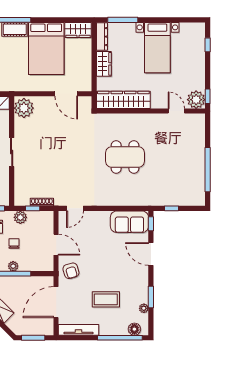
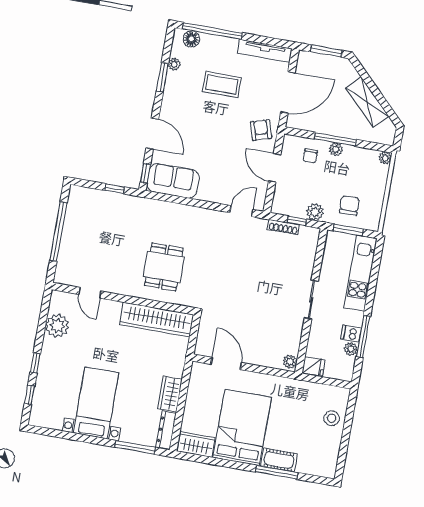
window: (208, 96) -> (35, 363), moved
wardrobe: (123, 100) -> (157, 320), moved
plant: (24, 108) -> (290, 362), width x0.53, depth x0.53
wall: (151, 111) -> (123, 299), moved
door: (176, 111) -> (90, 293), moved
dining table: (125, 157) -> (164, 267), width x0.73
chair: (14, 244) -> (310, 156), moved

